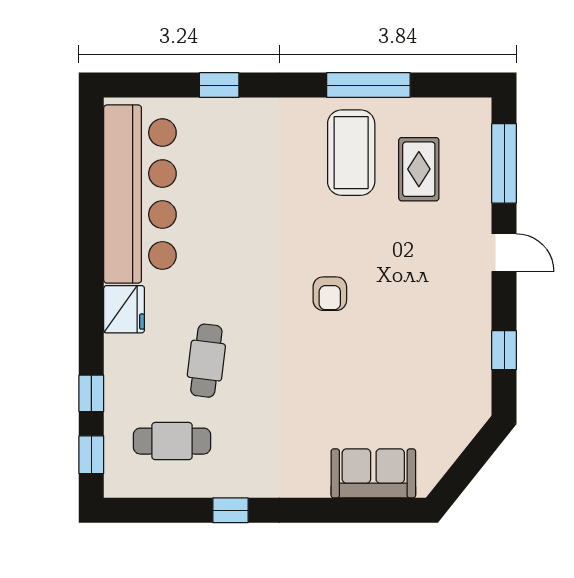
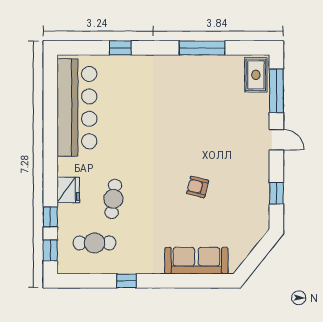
coffee table: (351, 153) -> (193, 85), removed
rug: (419, 169) -> (256, 75), moved
armchair: (330, 294) -> (198, 187), moved, turned 104
fridge: (124, 309) -> (68, 190), moved
sofa: (373, 473) -> (196, 261), width x1.36

